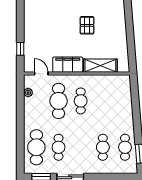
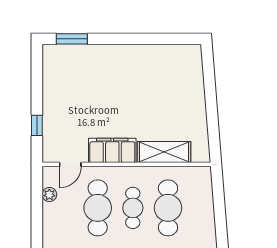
pallet: (87, 25) -> (143, 88), removed
door: (41, 74) -> (70, 164), swing flipped
cafe table: (103, 101) -> (168, 208), added

